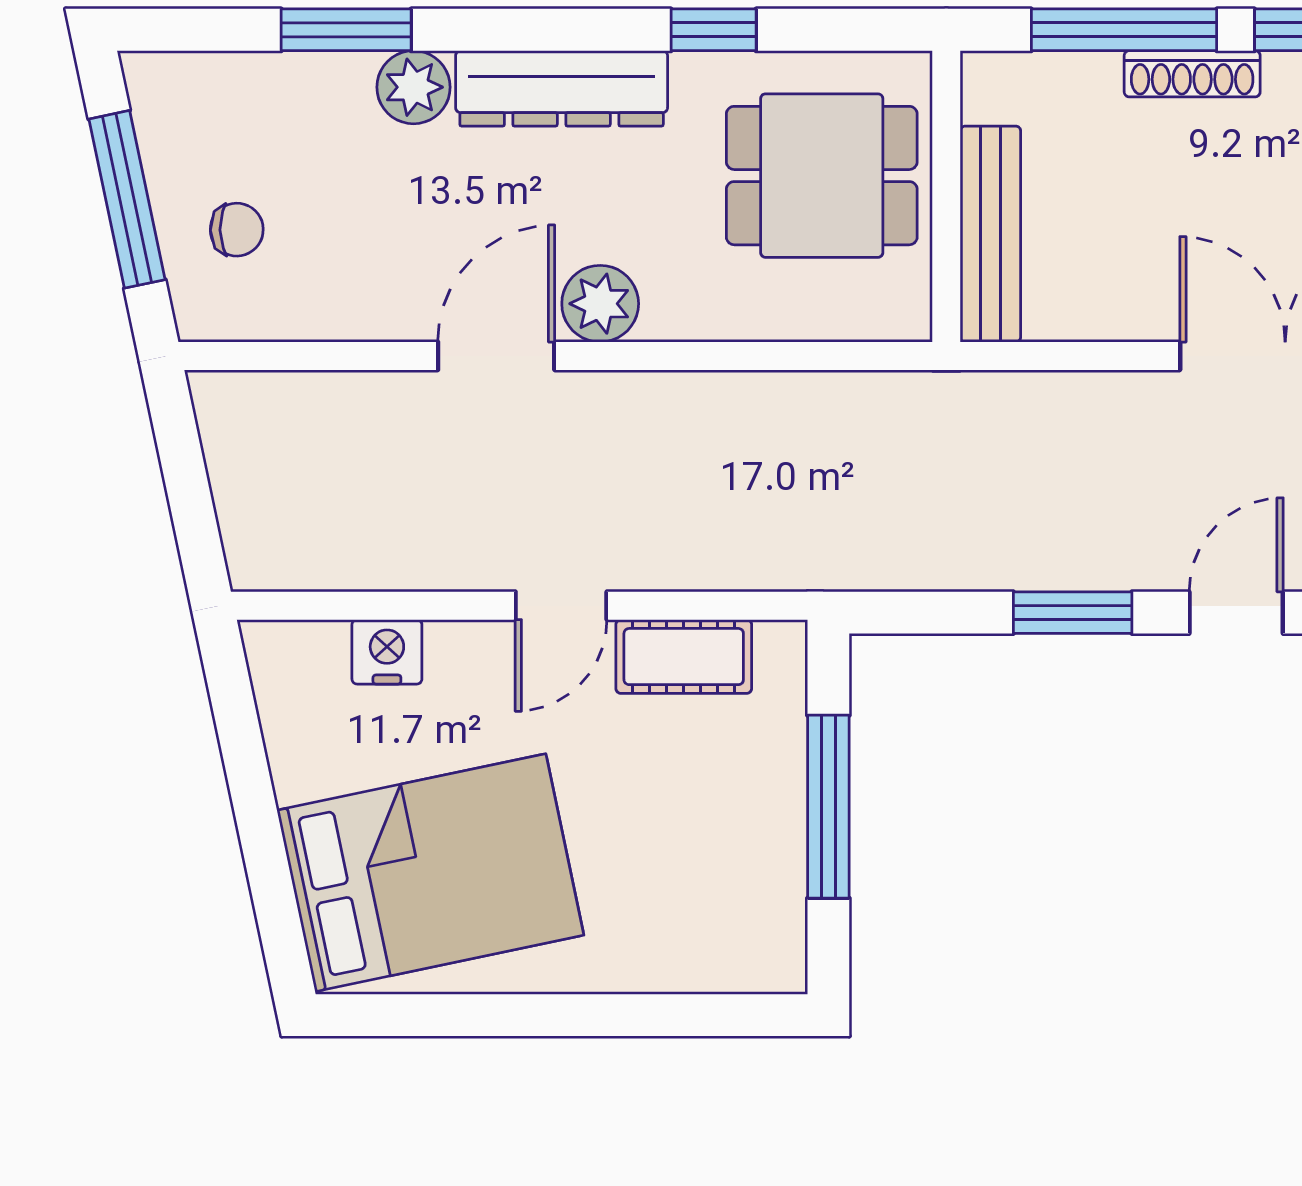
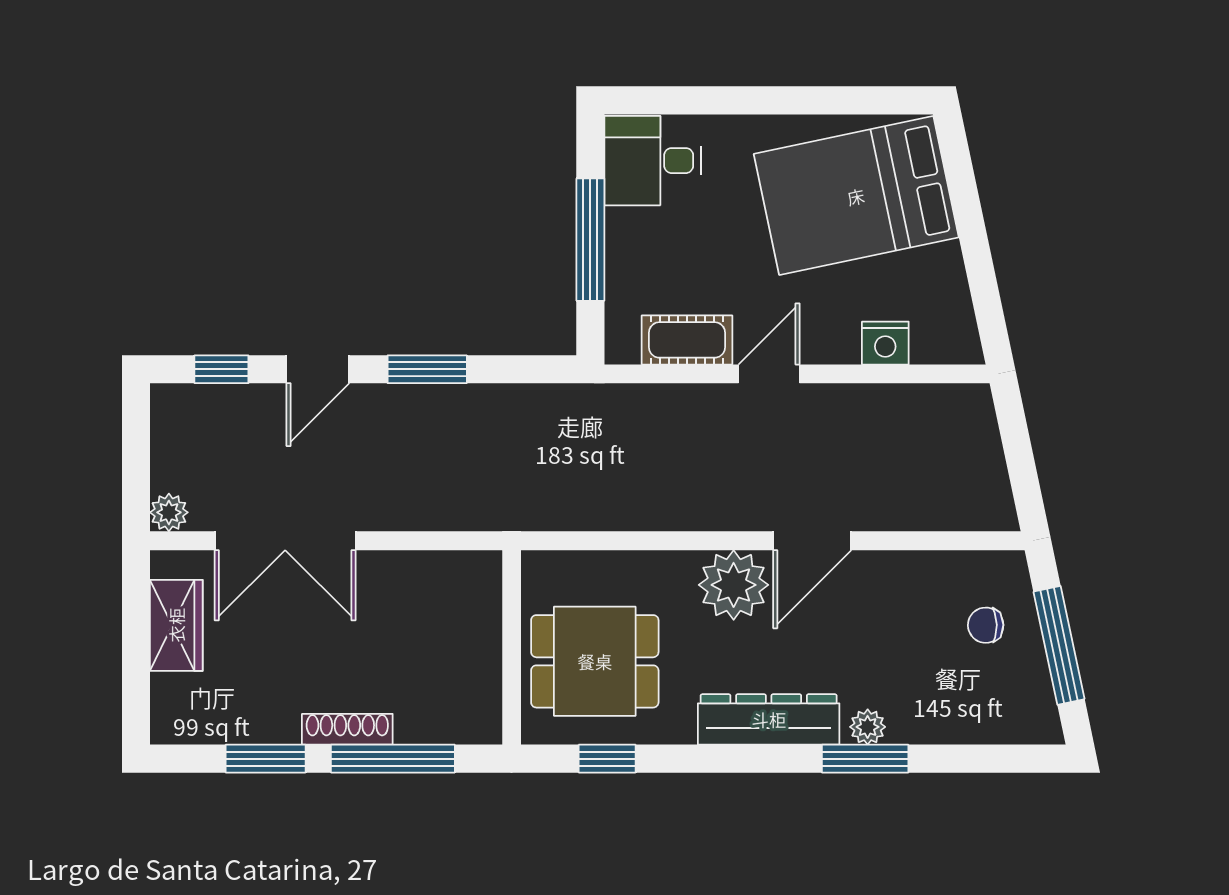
window: (346, 30) -> (865, 759), moved
window: (714, 30) -> (607, 759), moved
plant: (413, 87) -> (868, 727), width x0.73, depth x0.73
bench: (990, 234) -> (482, 622), removed
plant: (600, 304) -> (734, 585), width x1.36, depth x1.36
desk: (735, 925) -> (653, 161), added

